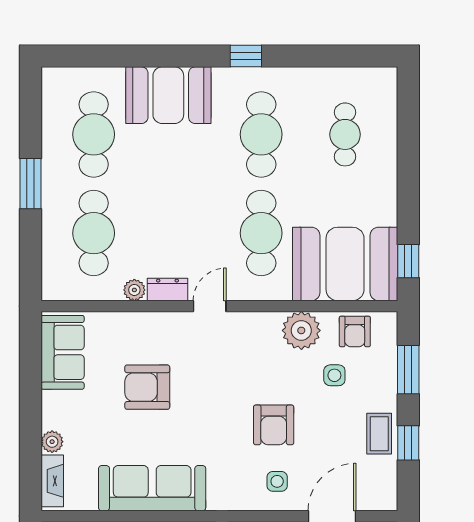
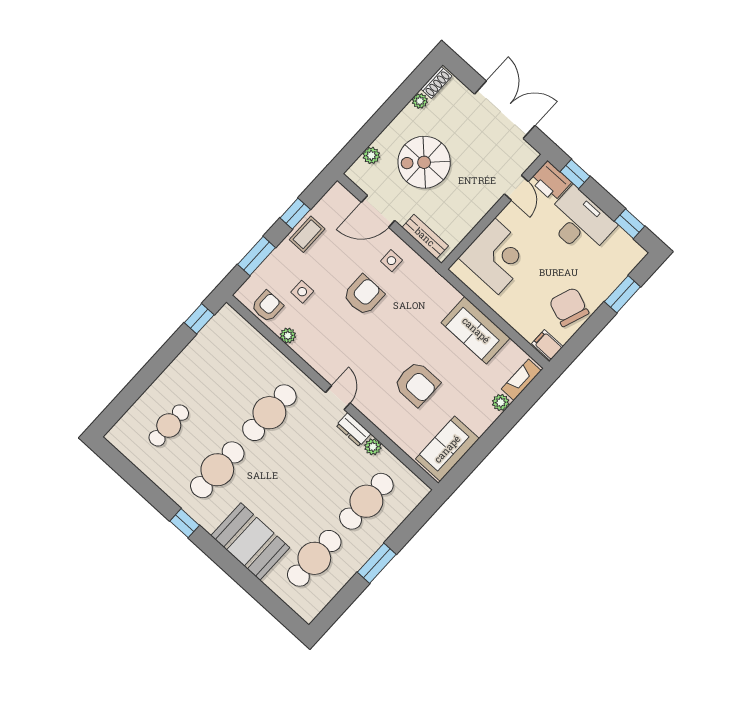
booth: (345, 264) -> (237, 351), removed
door: (210, 306) -> (338, 398), swing flipped
plant: (301, 330) -> (288, 336), width x0.53, depth x0.53
sofa: (152, 488) -> (476, 330), width x0.73

